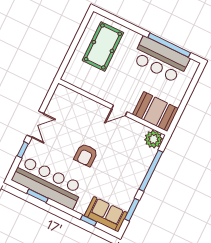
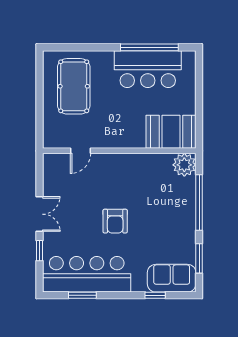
door: (119, 110) -> (81, 151), moved

